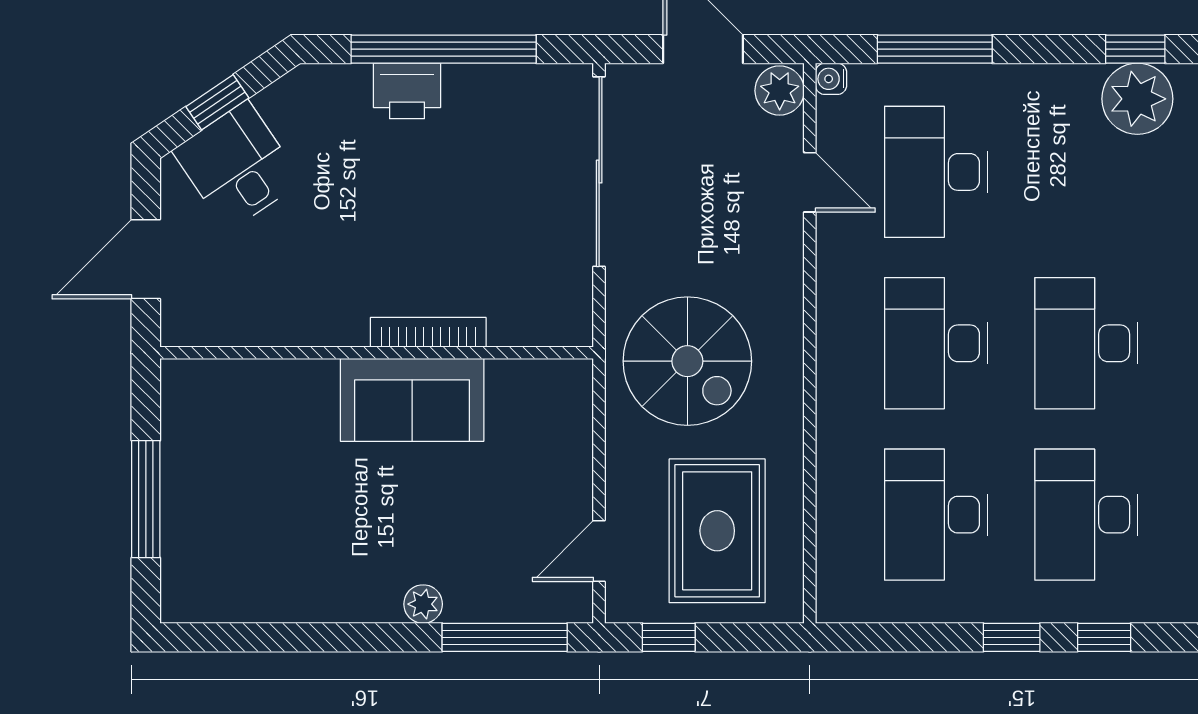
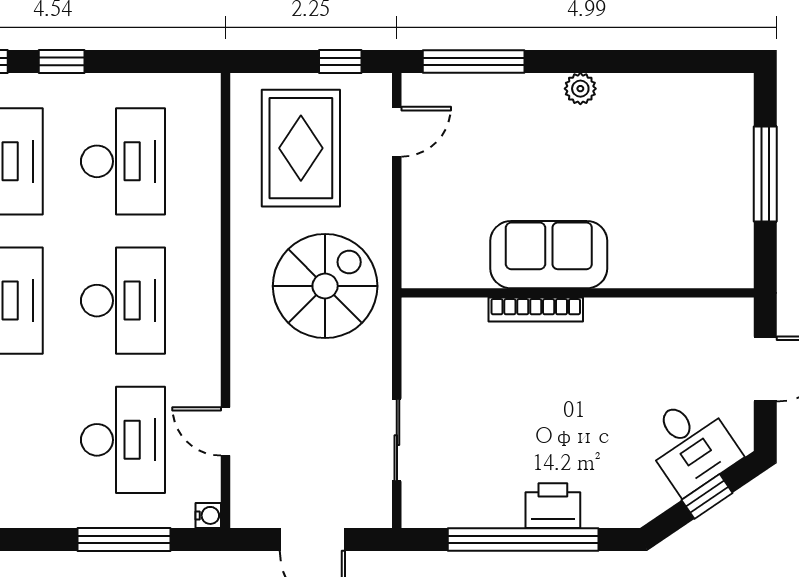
plant: (780, 91) -> (250, 506), removed
sliding door: (599, 172) -> (397, 440), width x0.54
spiral stairs: (687, 361) -> (325, 286), turned 90
plant: (423, 604) -> (580, 89), moved

